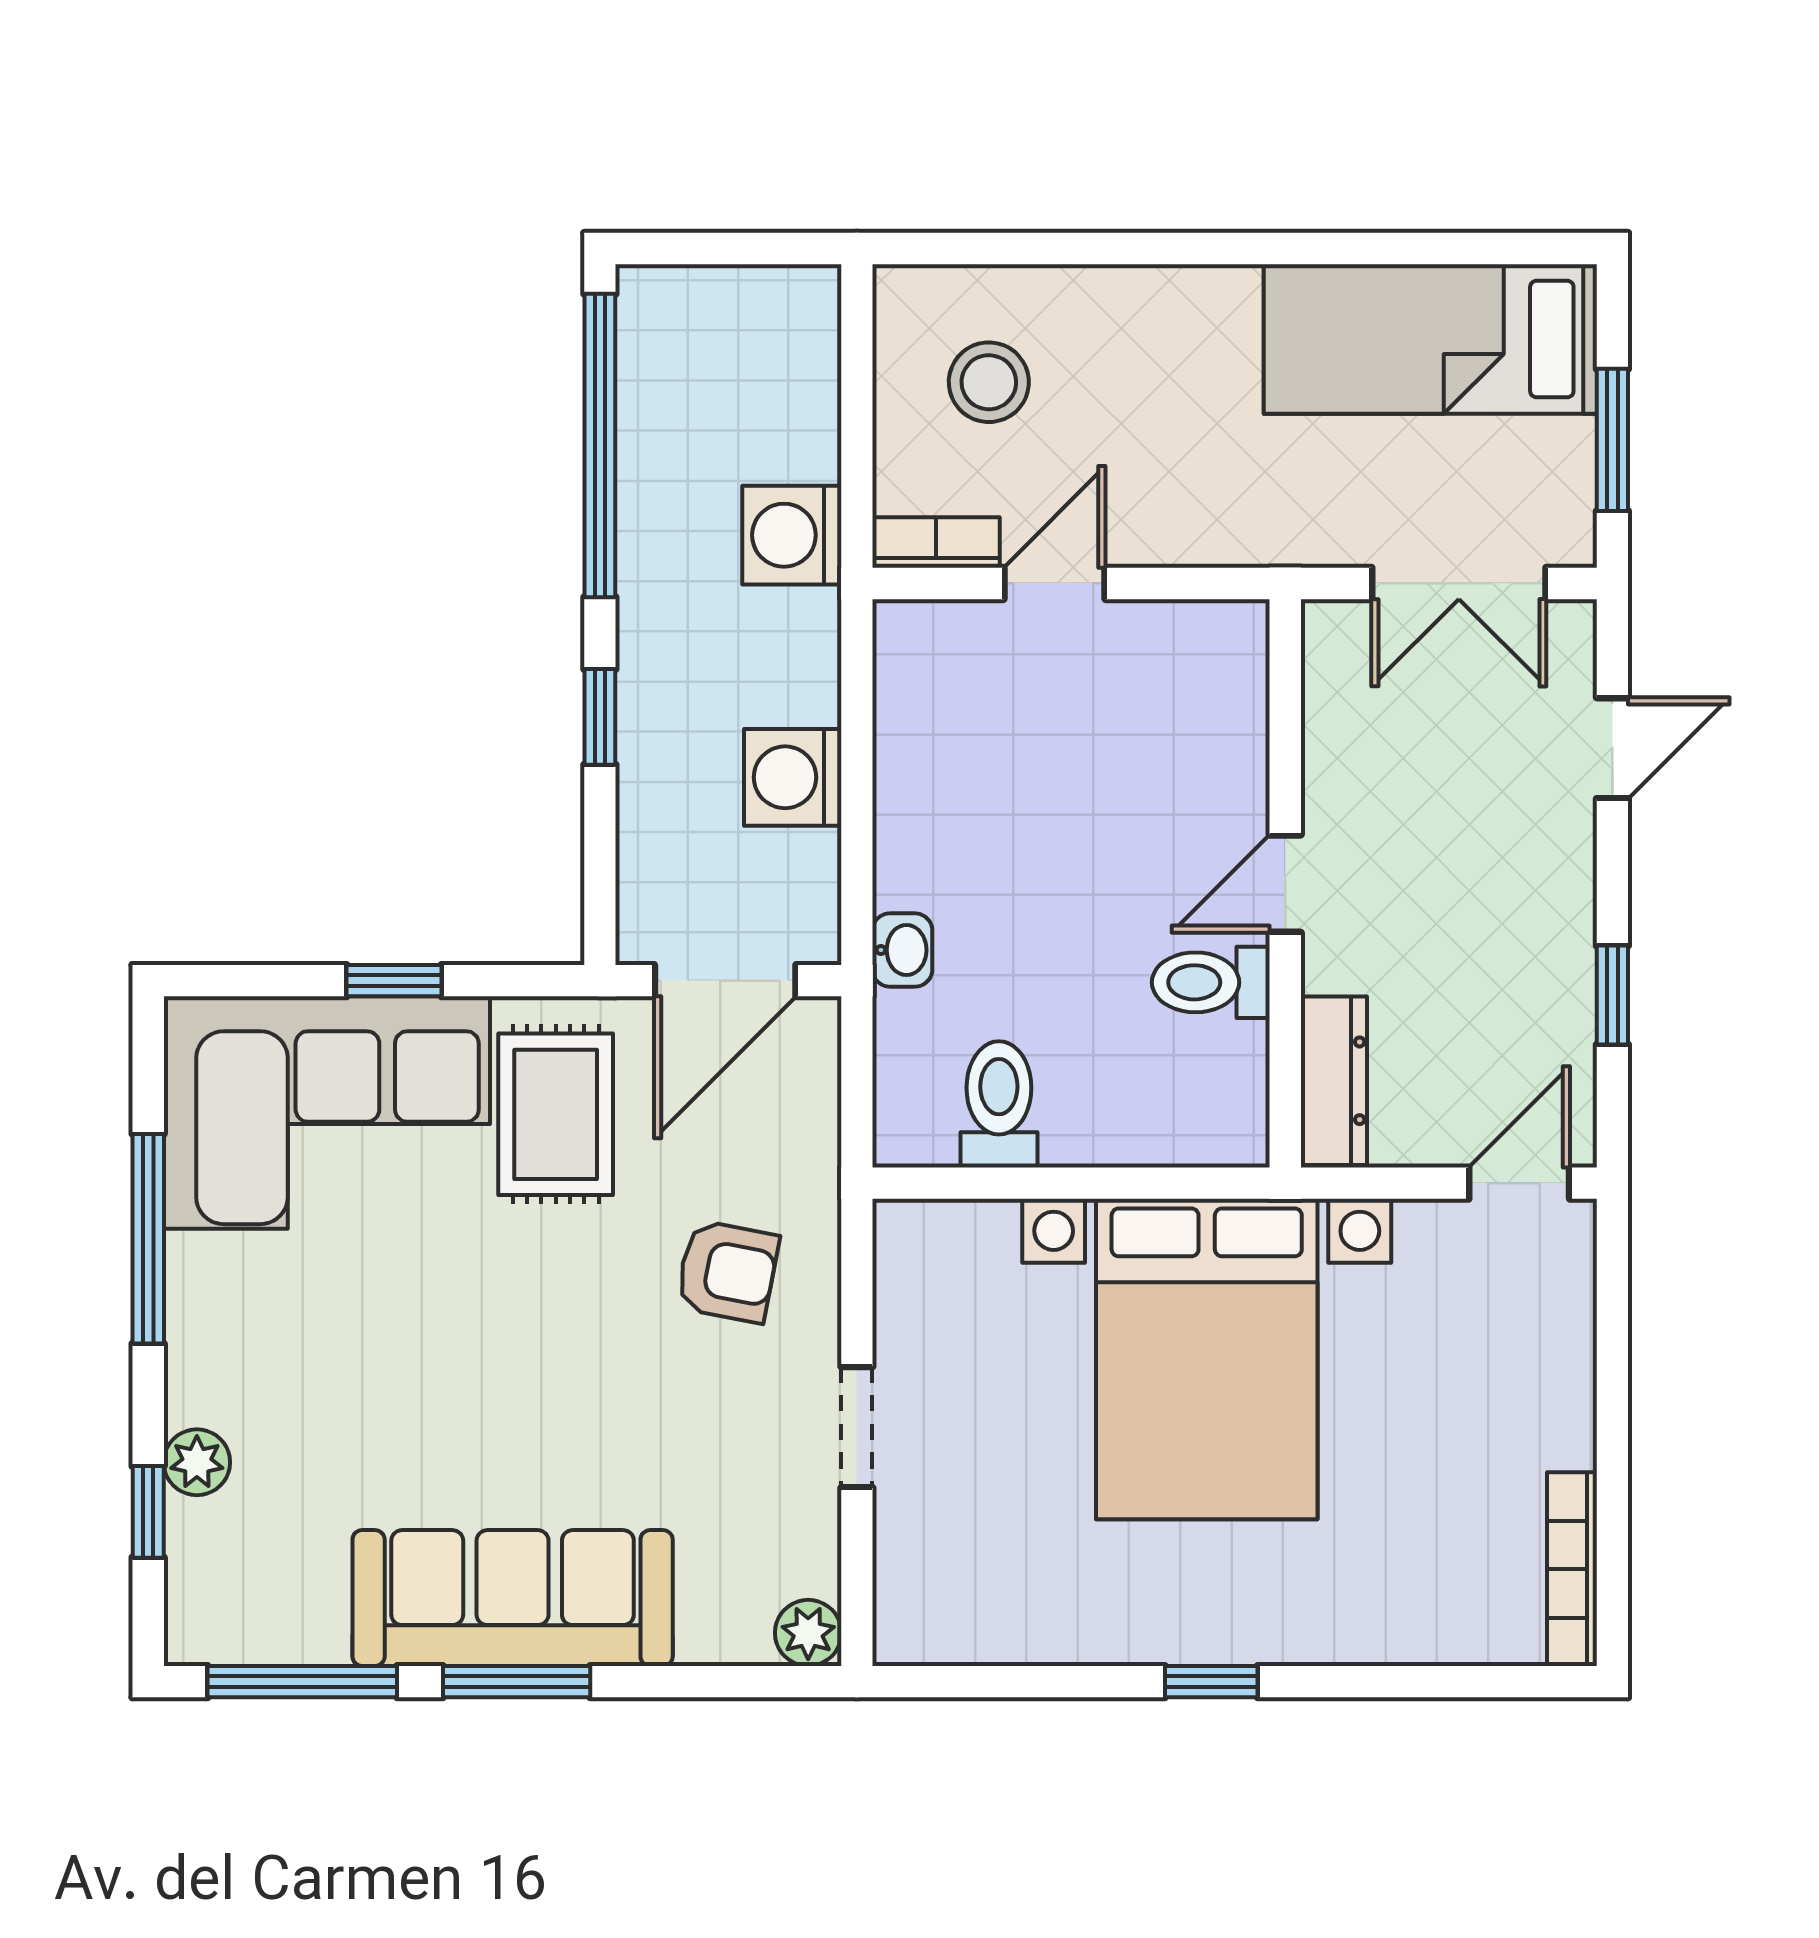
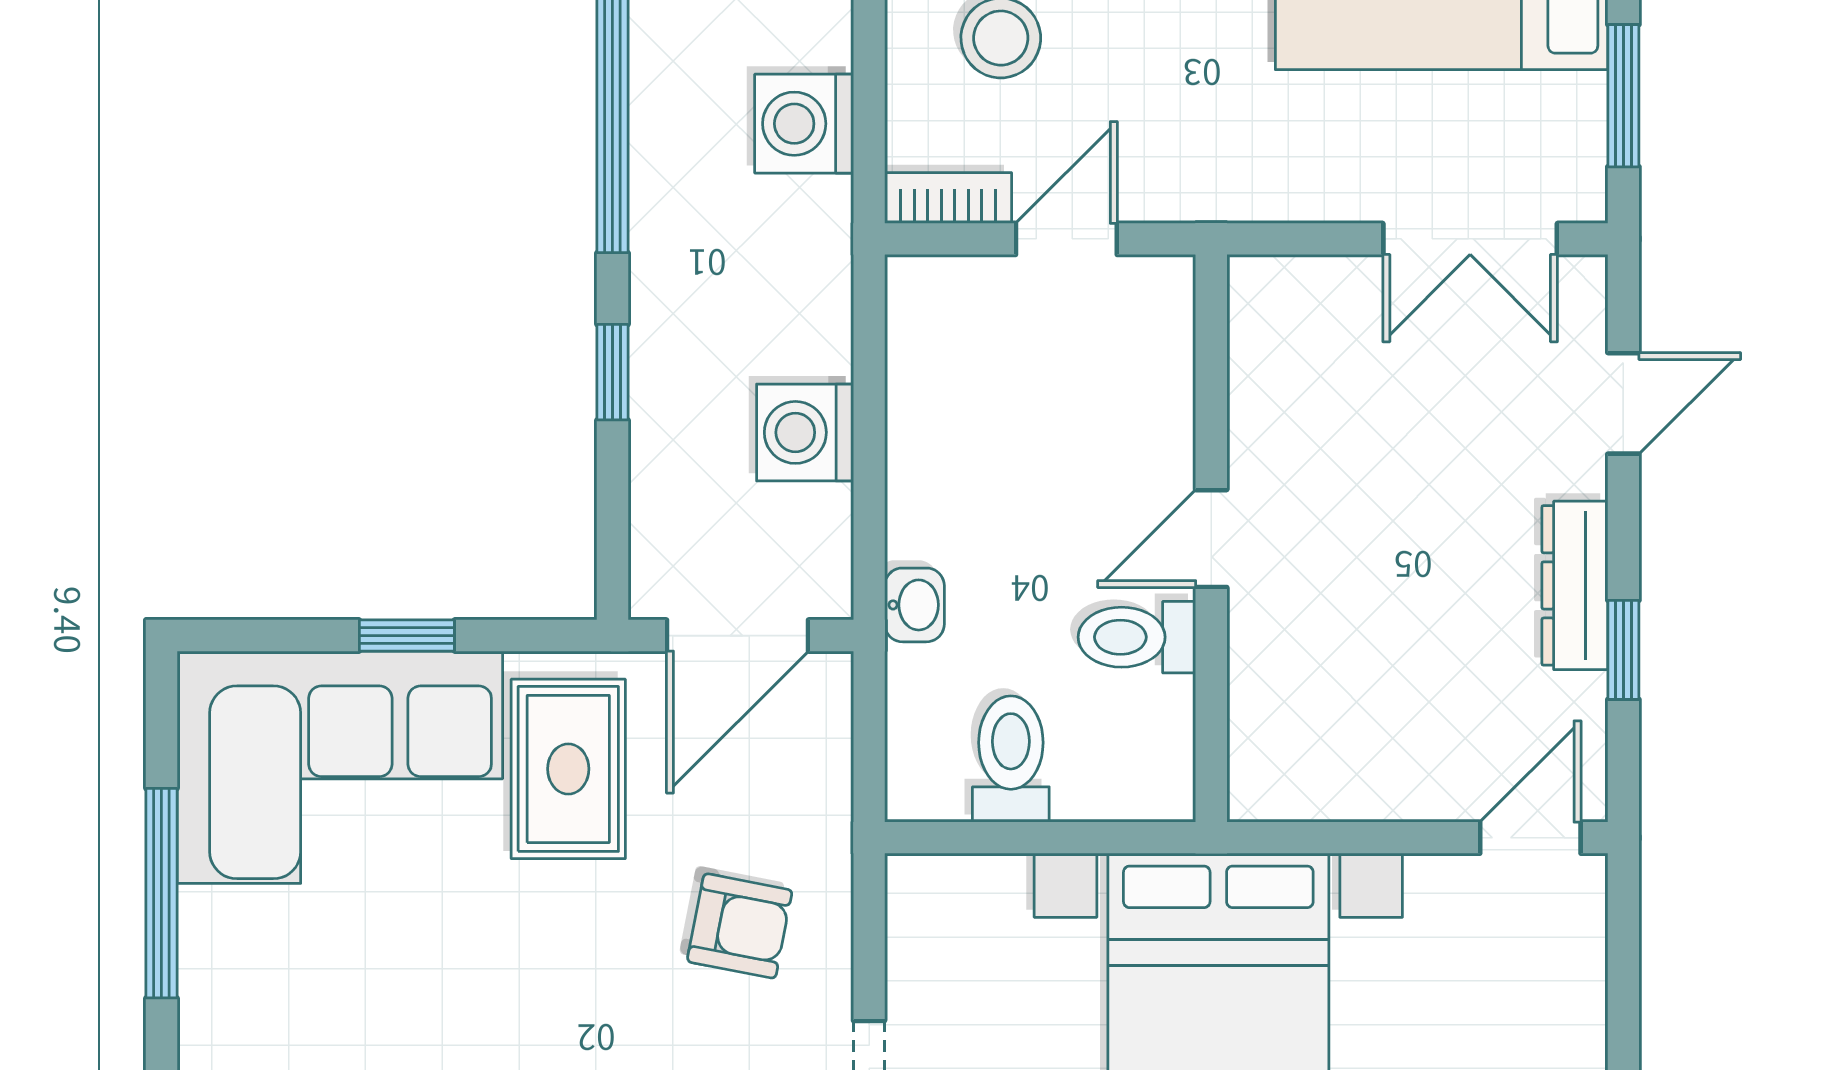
washing machine: (792, 535) -> (804, 124), moved
wall: (1285, 883) -> (1211, 538), moved
door: (1285, 884) -> (1211, 539), moved
toilet: (1211, 982) -> (1137, 637), moved
dresser: (1334, 1081) -> (1575, 585), moved, turned 180

